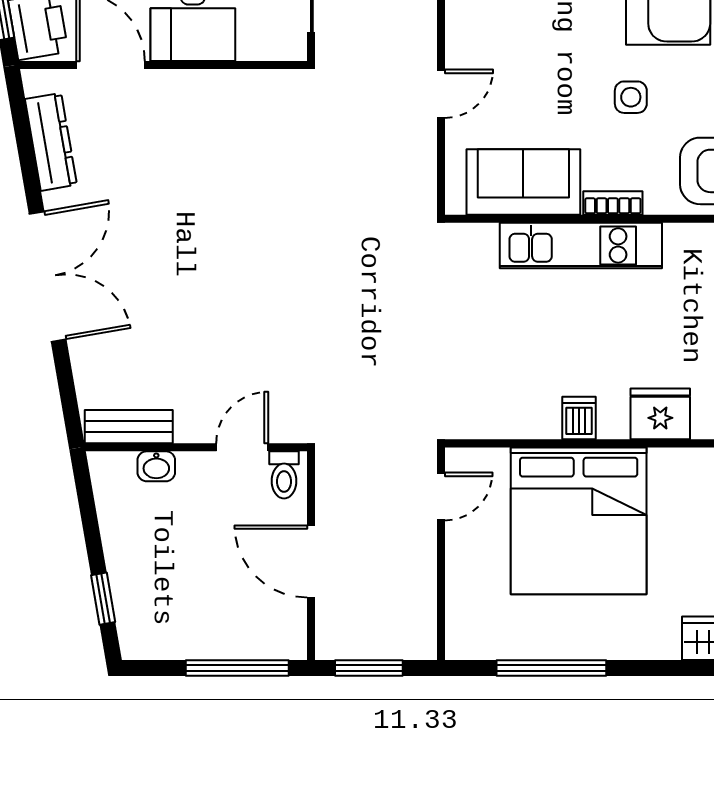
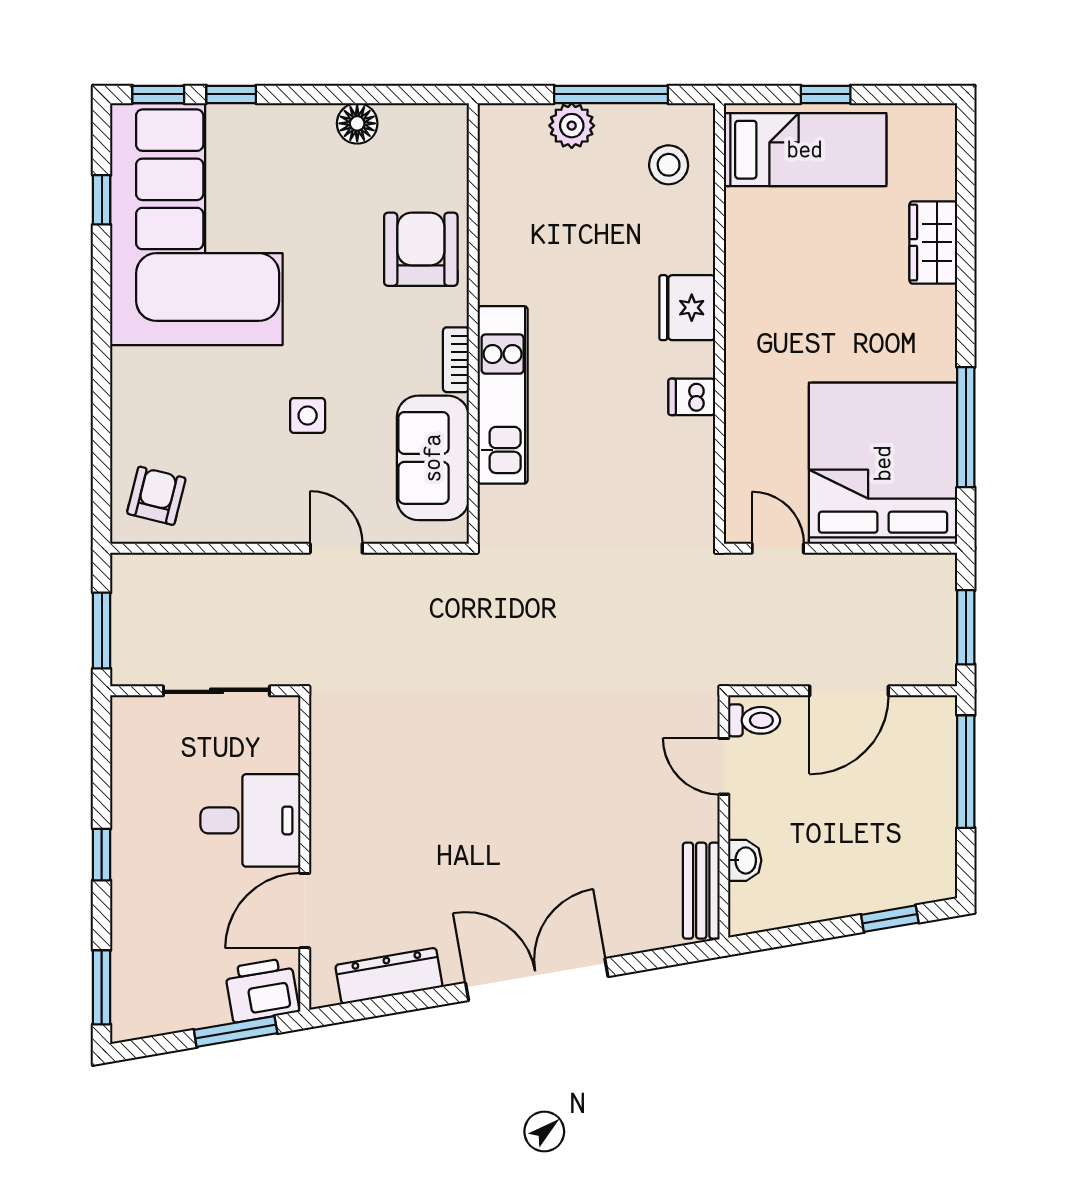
side table: (631, 97) -> (308, 415), moved
bed: (579, 521) -> (883, 463), moved, turned -90

